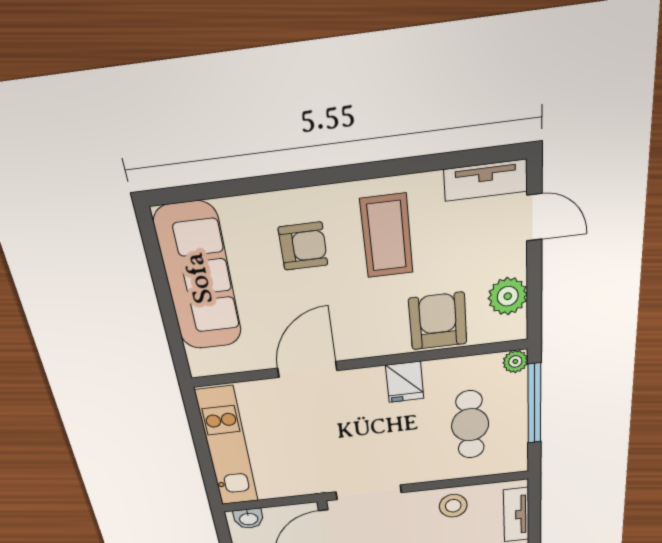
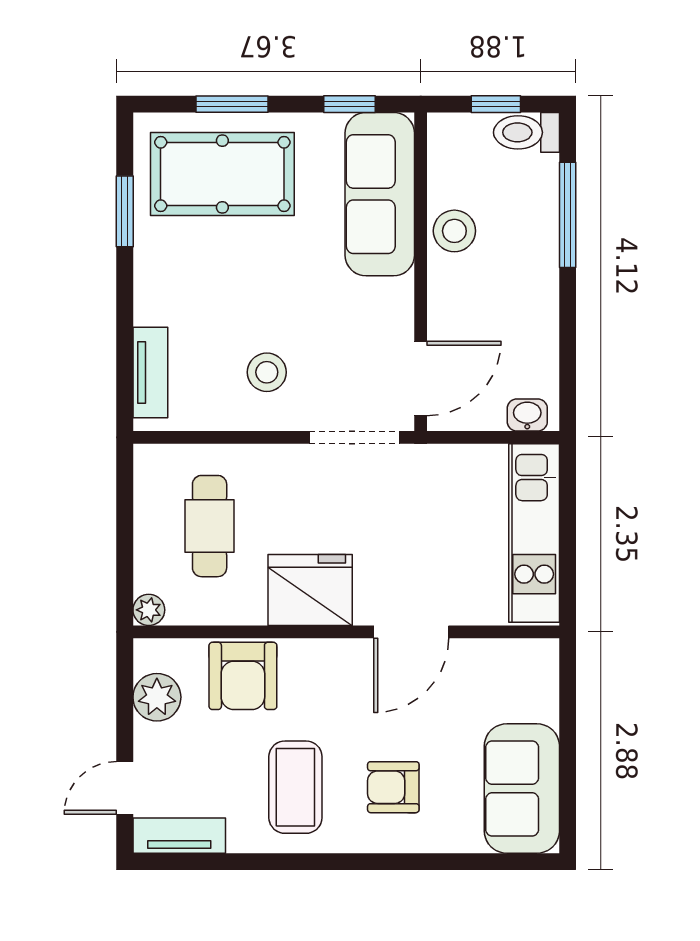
door: (534, 217) -> (125, 788), hinge flipped
sofa: (199, 278) -> (522, 789), width x0.73
fridge: (405, 382) -> (310, 590), width x1.88, depth x1.34
window: (534, 404) -> (125, 547), removed
stool: (453, 506) -> (267, 372), moved

